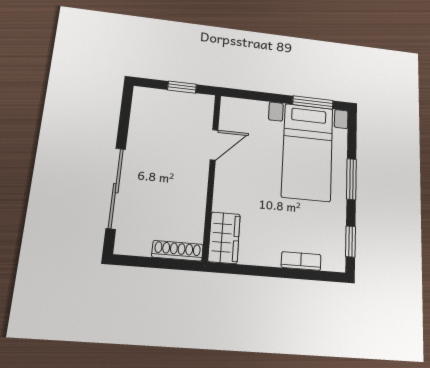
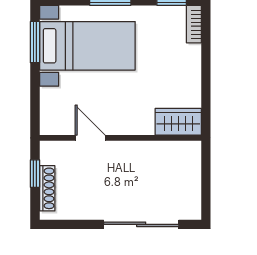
shoe rack: (178, 251) -> (47, 188), moved, turned 180
bookcase: (301, 261) -> (194, 24), moved

